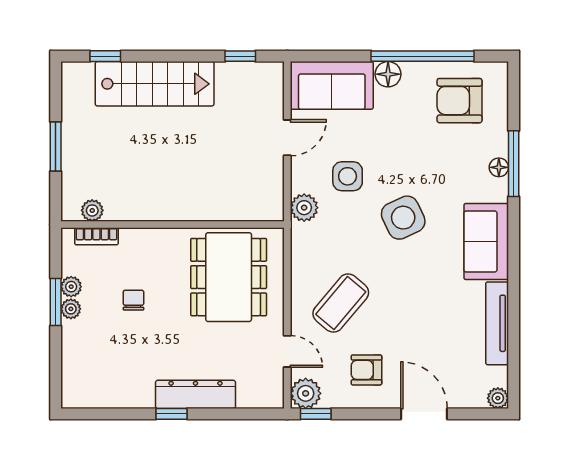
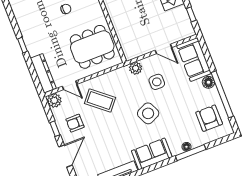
door: (287, 351) -> (70, 85), hinge flipped
armchair: (366, 370) -> (75, 123), turned -90
dresser: (196, 394) -> (43, 73), moved
window: (316, 414) -> (55, 129), moved

